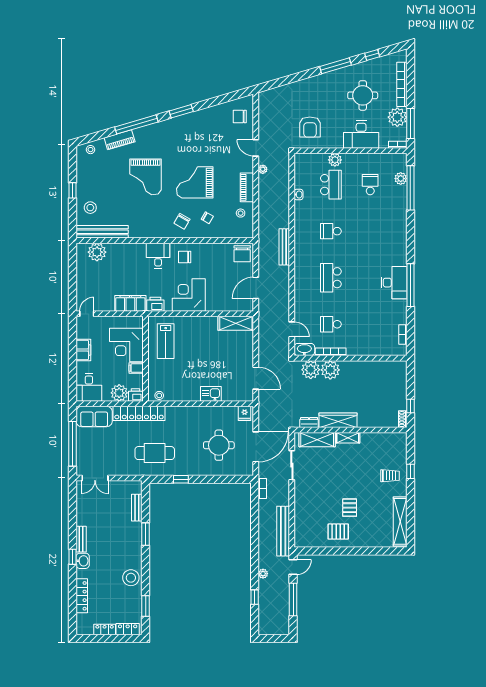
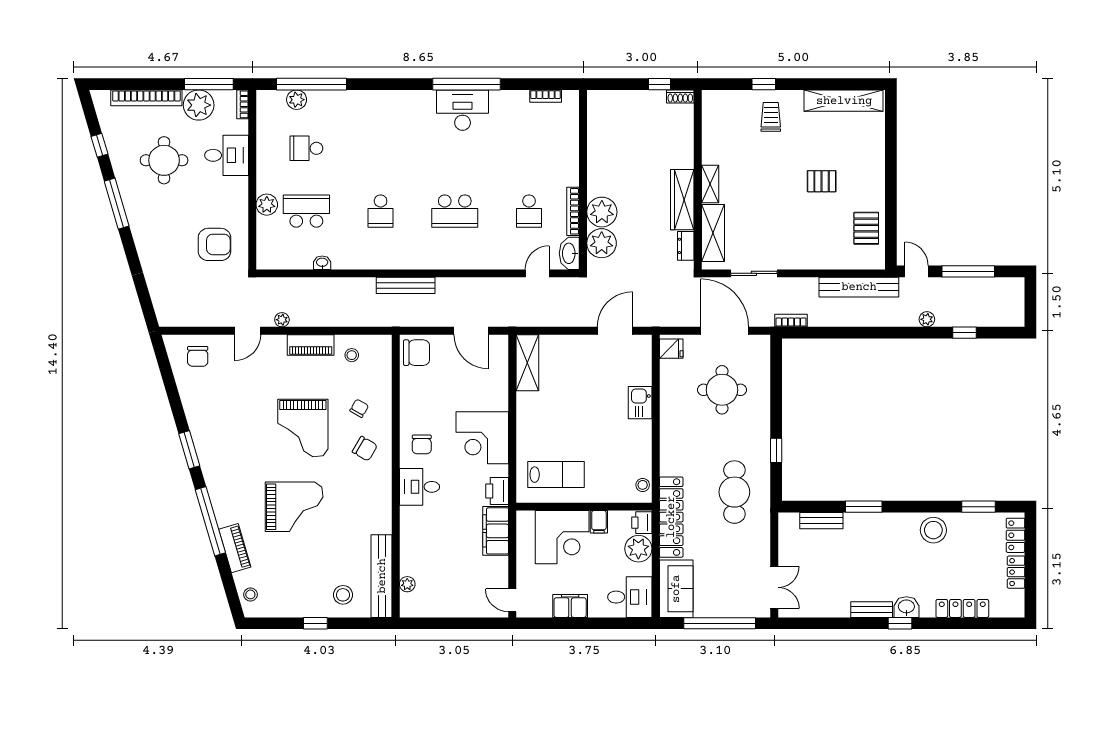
desk: (361, 135) -> (227, 155), width x0.73
plant: (97, 252) -> (407, 584), width x0.53, depth x0.53
pallet: (338, 532) -> (866, 228), moved

